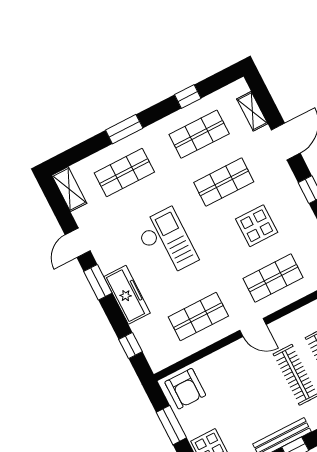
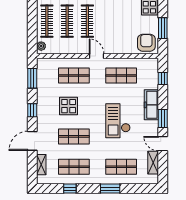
shelving: (69, 189) -> (153, 163), moved
door: (78, 243) -> (163, 144), swing flipped

